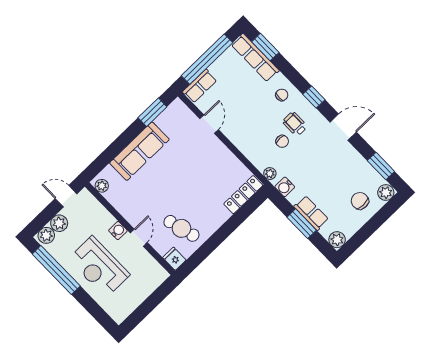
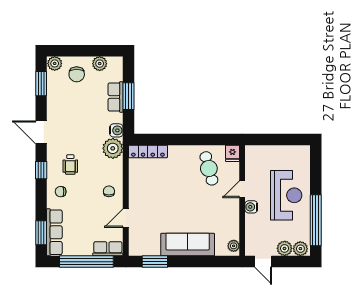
chair: (282, 141) -> (109, 191), moved
plant: (270, 174) -> (113, 148), width x1.88, depth x1.88
plant: (337, 240) -> (100, 64), moved

